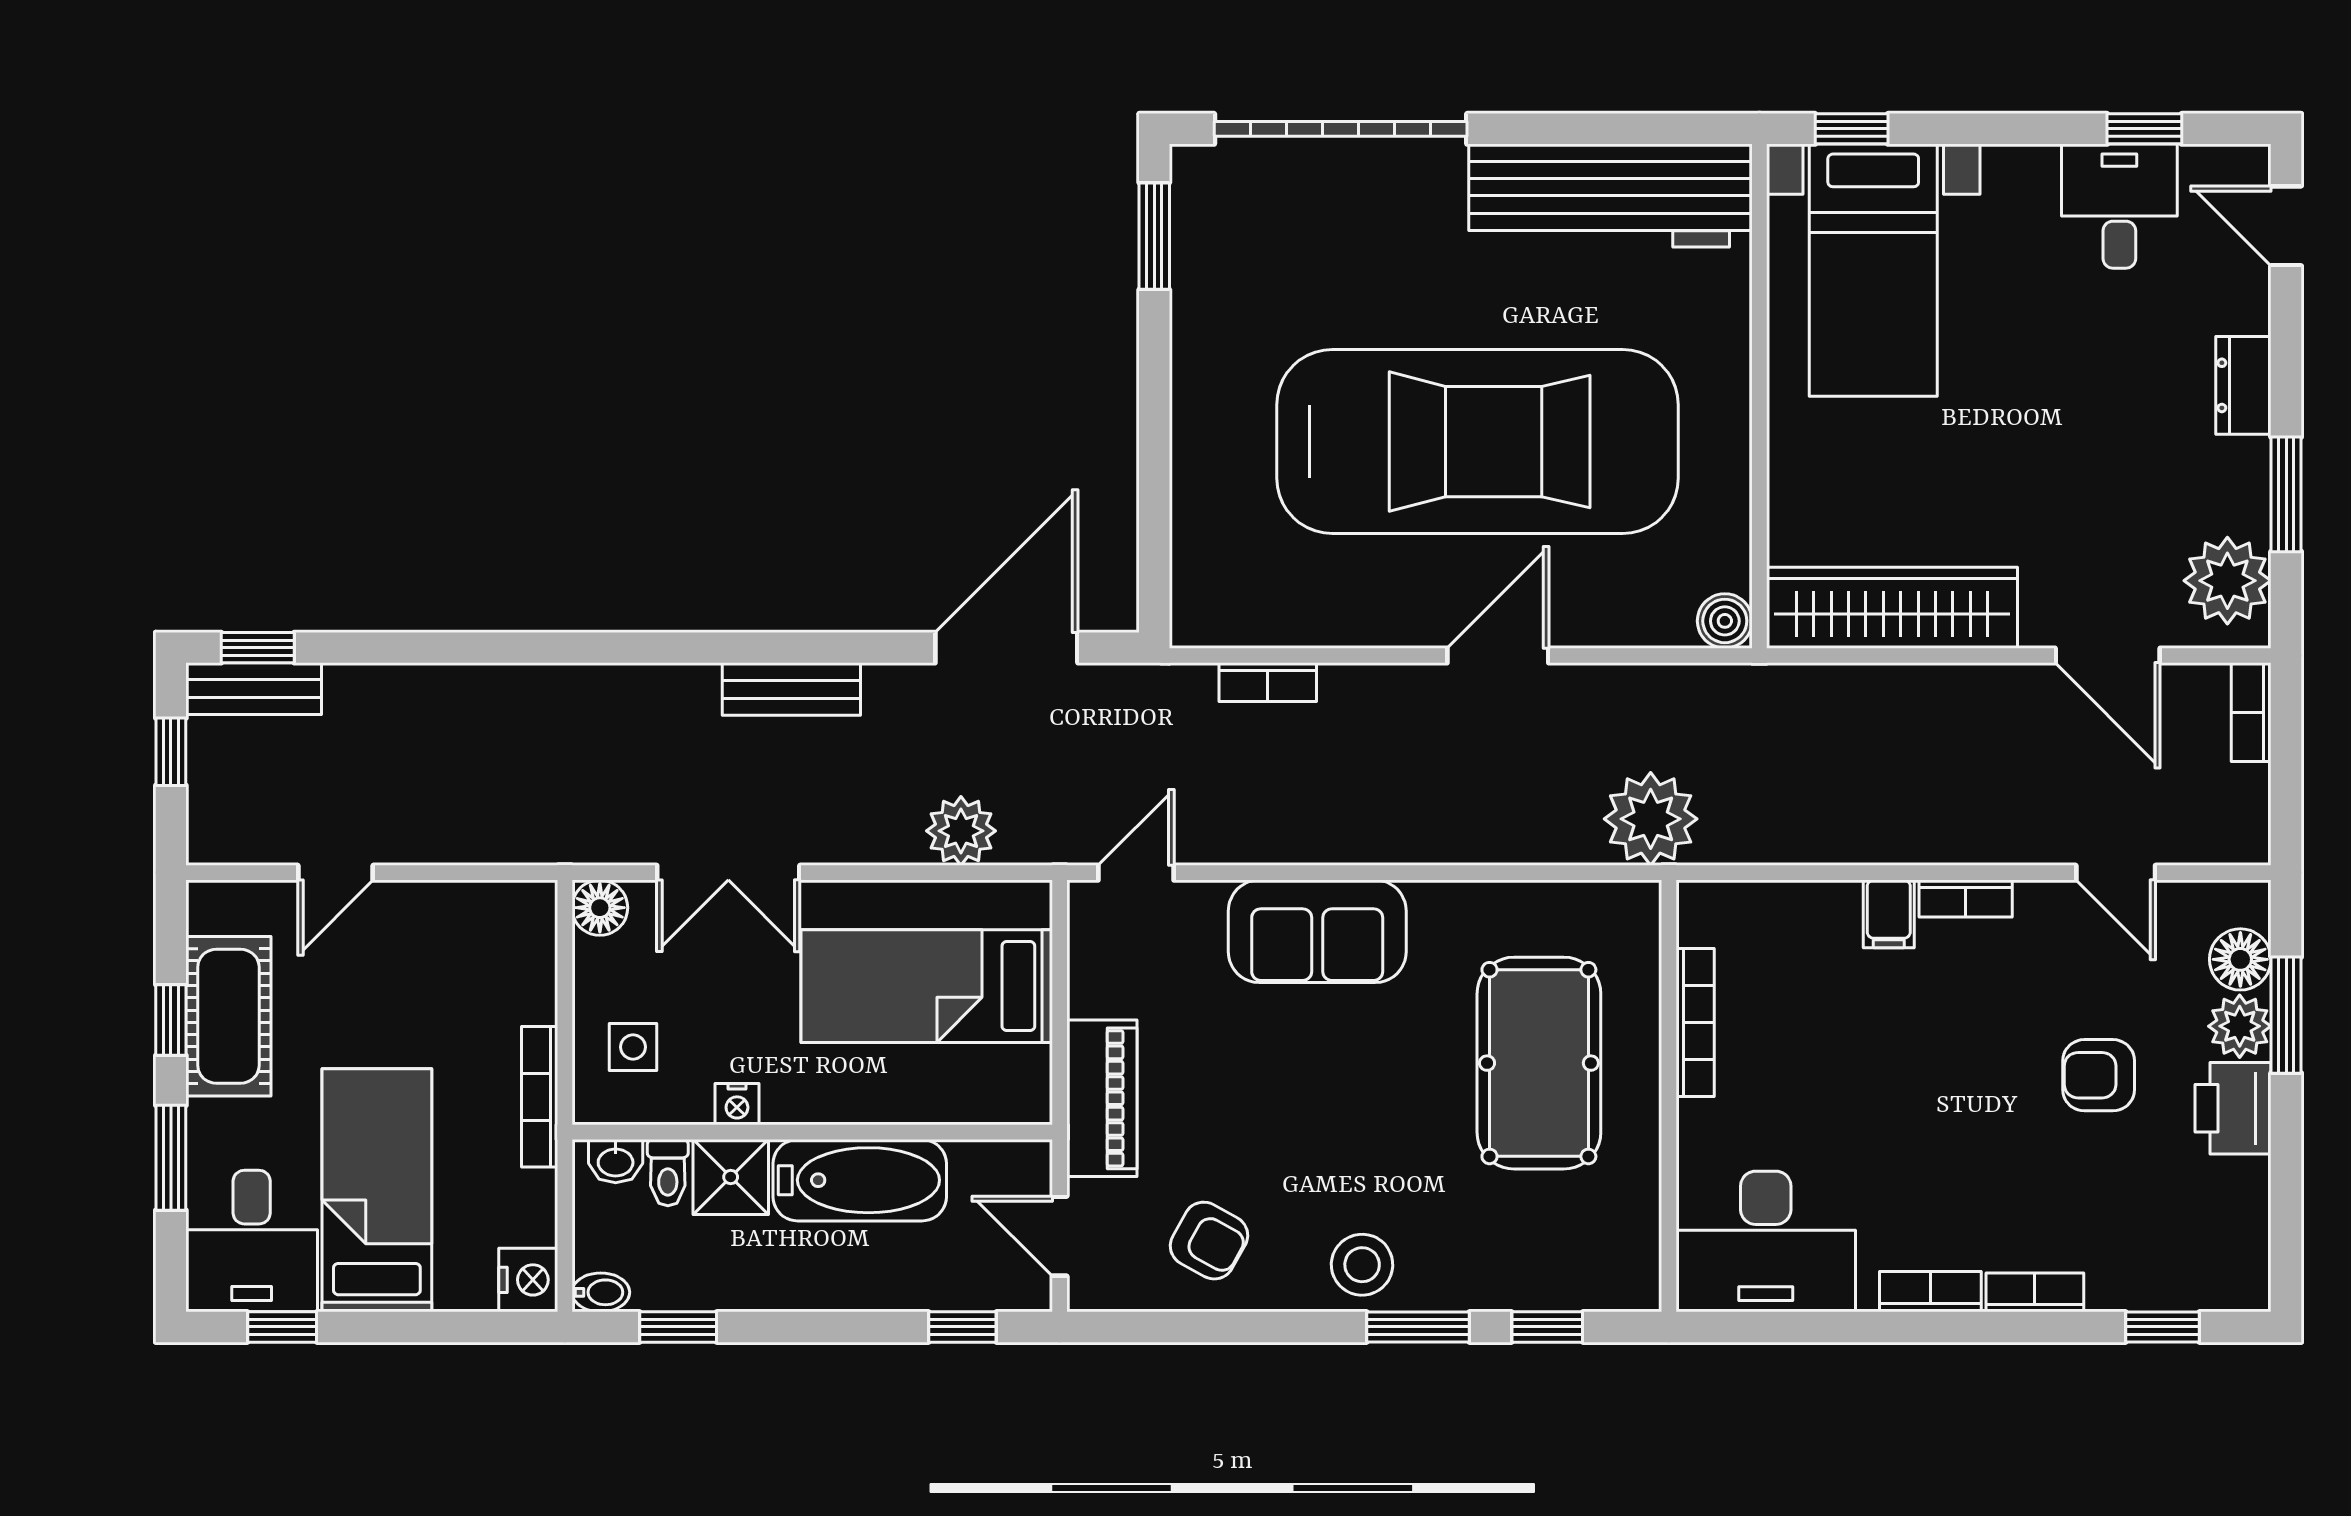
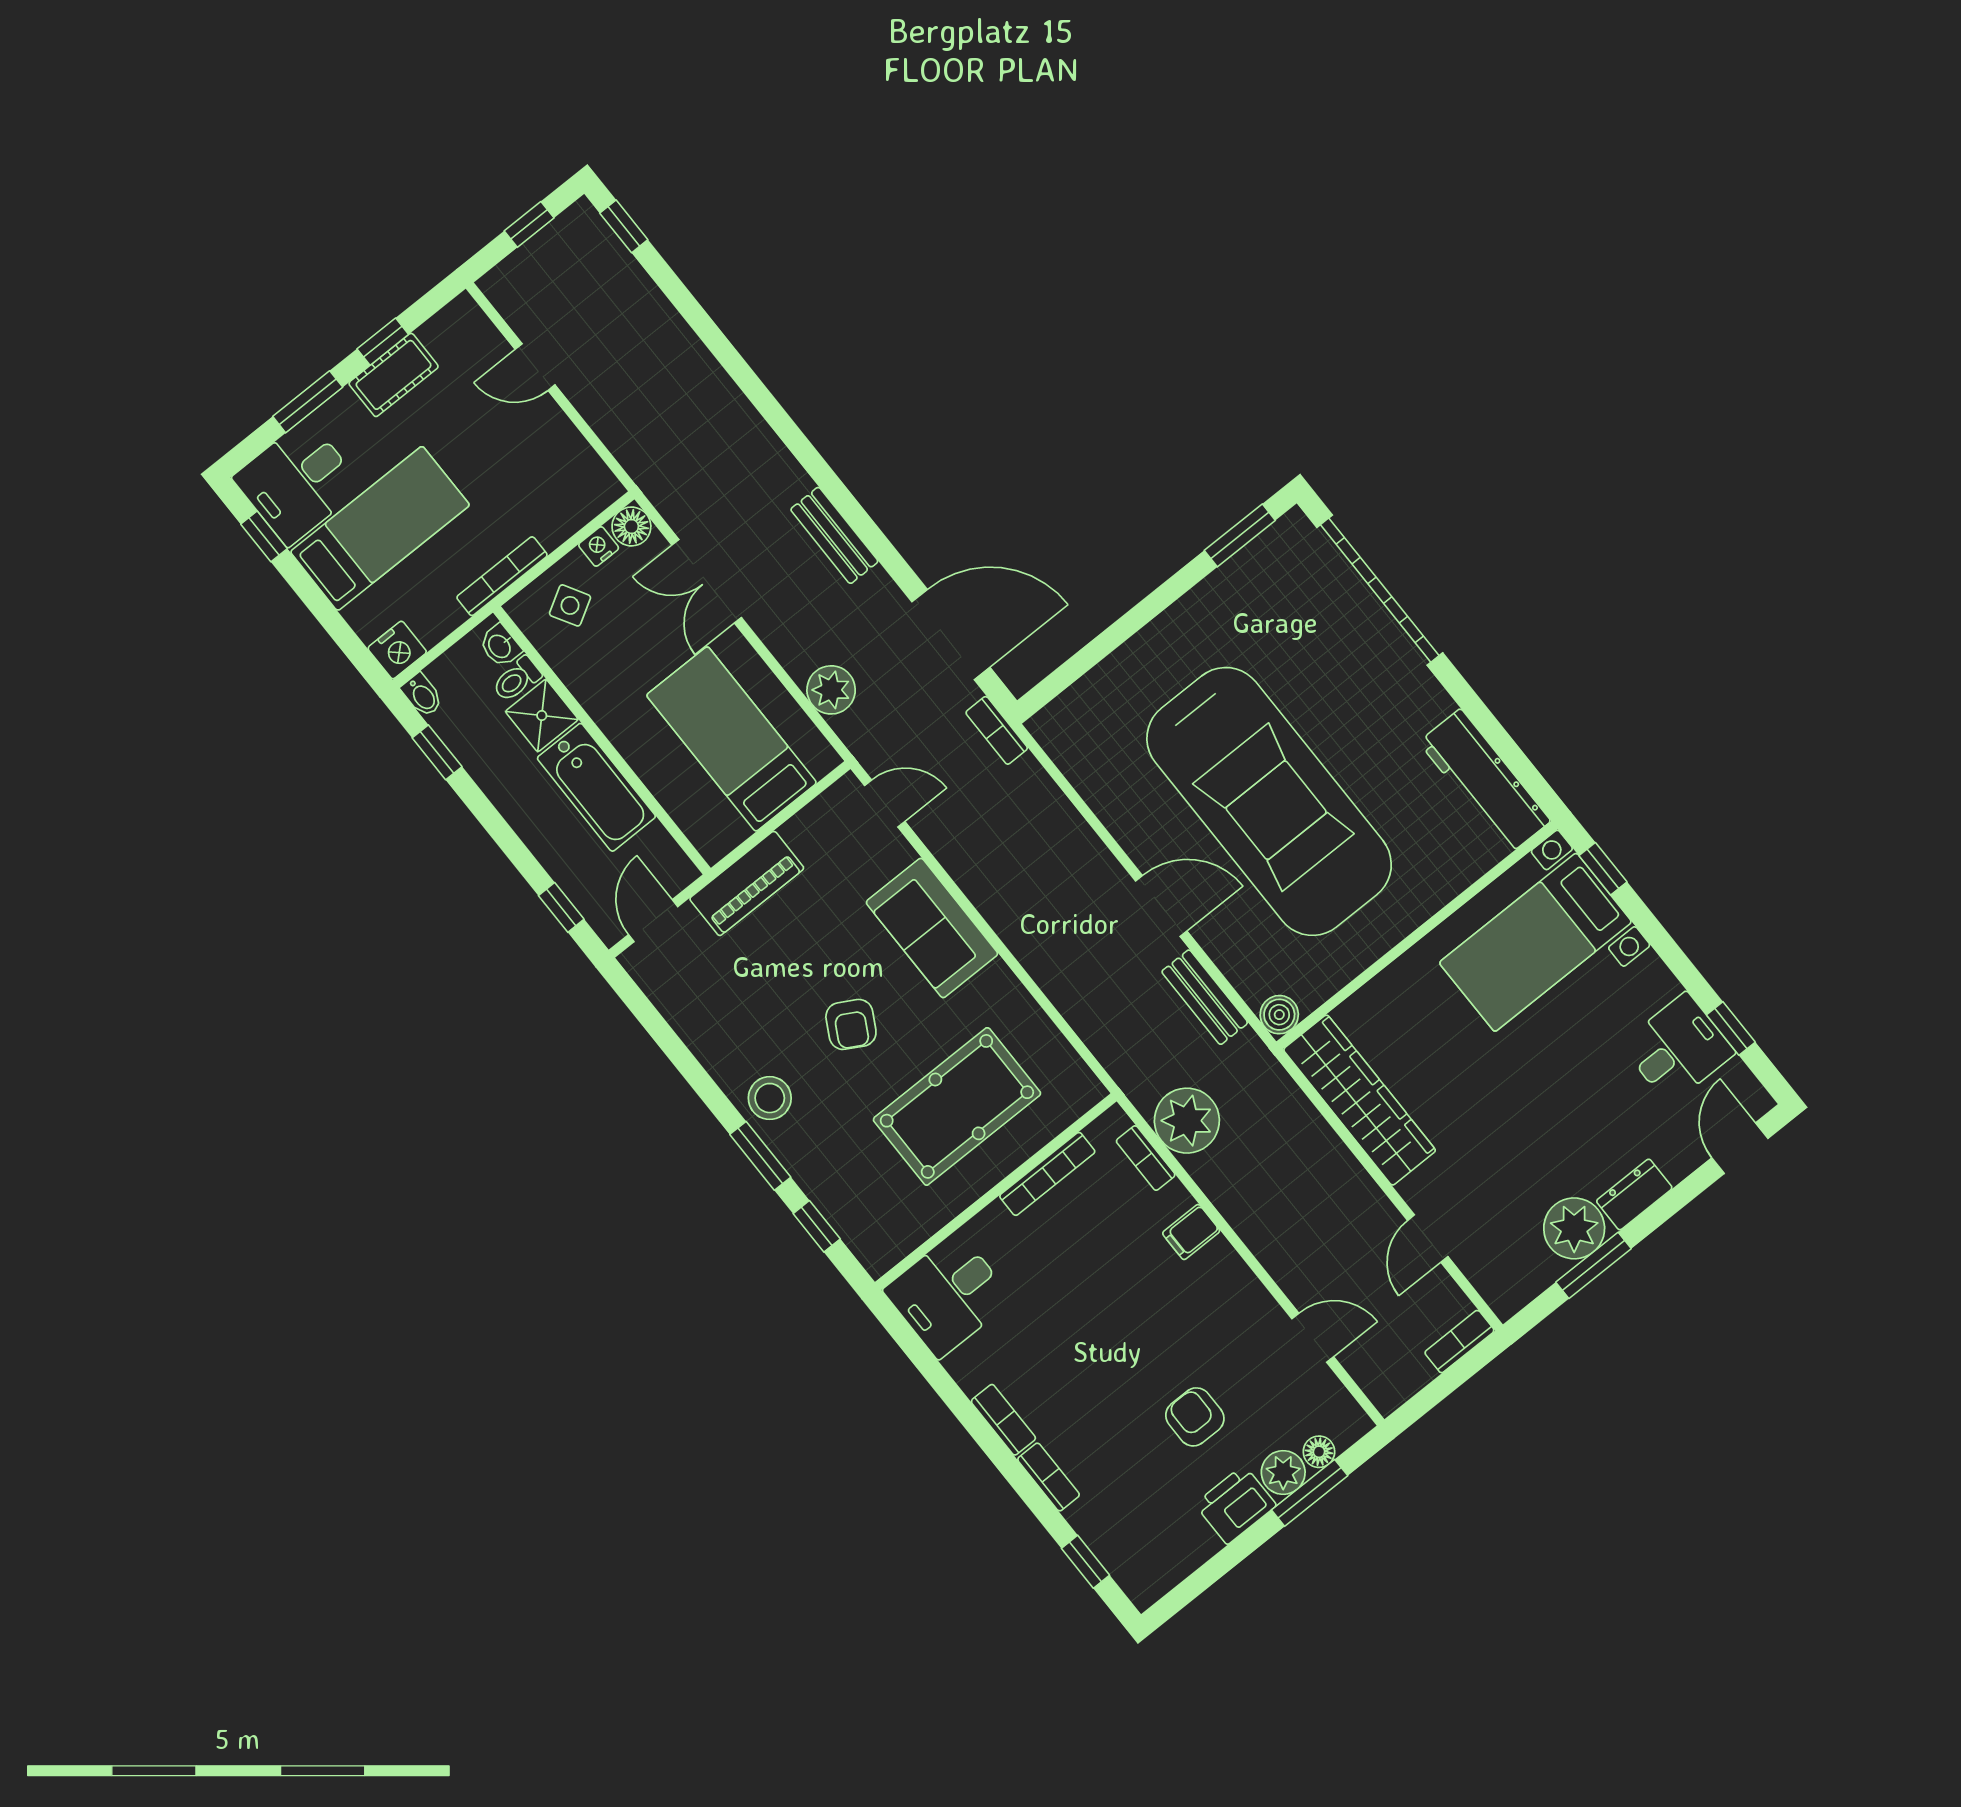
workbench: (1611, 195) -> (1485, 782), width x0.73, depth x0.76
plant: (2227, 581) -> (1574, 1228), moved
door: (2108, 655) -> (1428, 1238), width x0.73
bookcase: (1268, 682) -> (997, 730), moved
bench: (254, 689) -> (1205, 997), moved
plant: (1651, 819) -> (1187, 1121), moved
door: (2116, 873) -> (1313, 1338), swing flipped
bookcase: (1966, 899) -> (1146, 1158), moved
floor lamp: (2240, 959) -> (1319, 1452), width x0.73, depth x0.73
cot: (228, 1016) -> (394, 375), width x0.73, depth x0.75
side table: (633, 1047) -> (570, 605), turned -30
nightstand: (737, 1104) -> (599, 546), moved, turned 90
armchair: (1209, 1241) -> (851, 1024), moved
desk: (1766, 1241) -> (948, 1295), width x0.73

